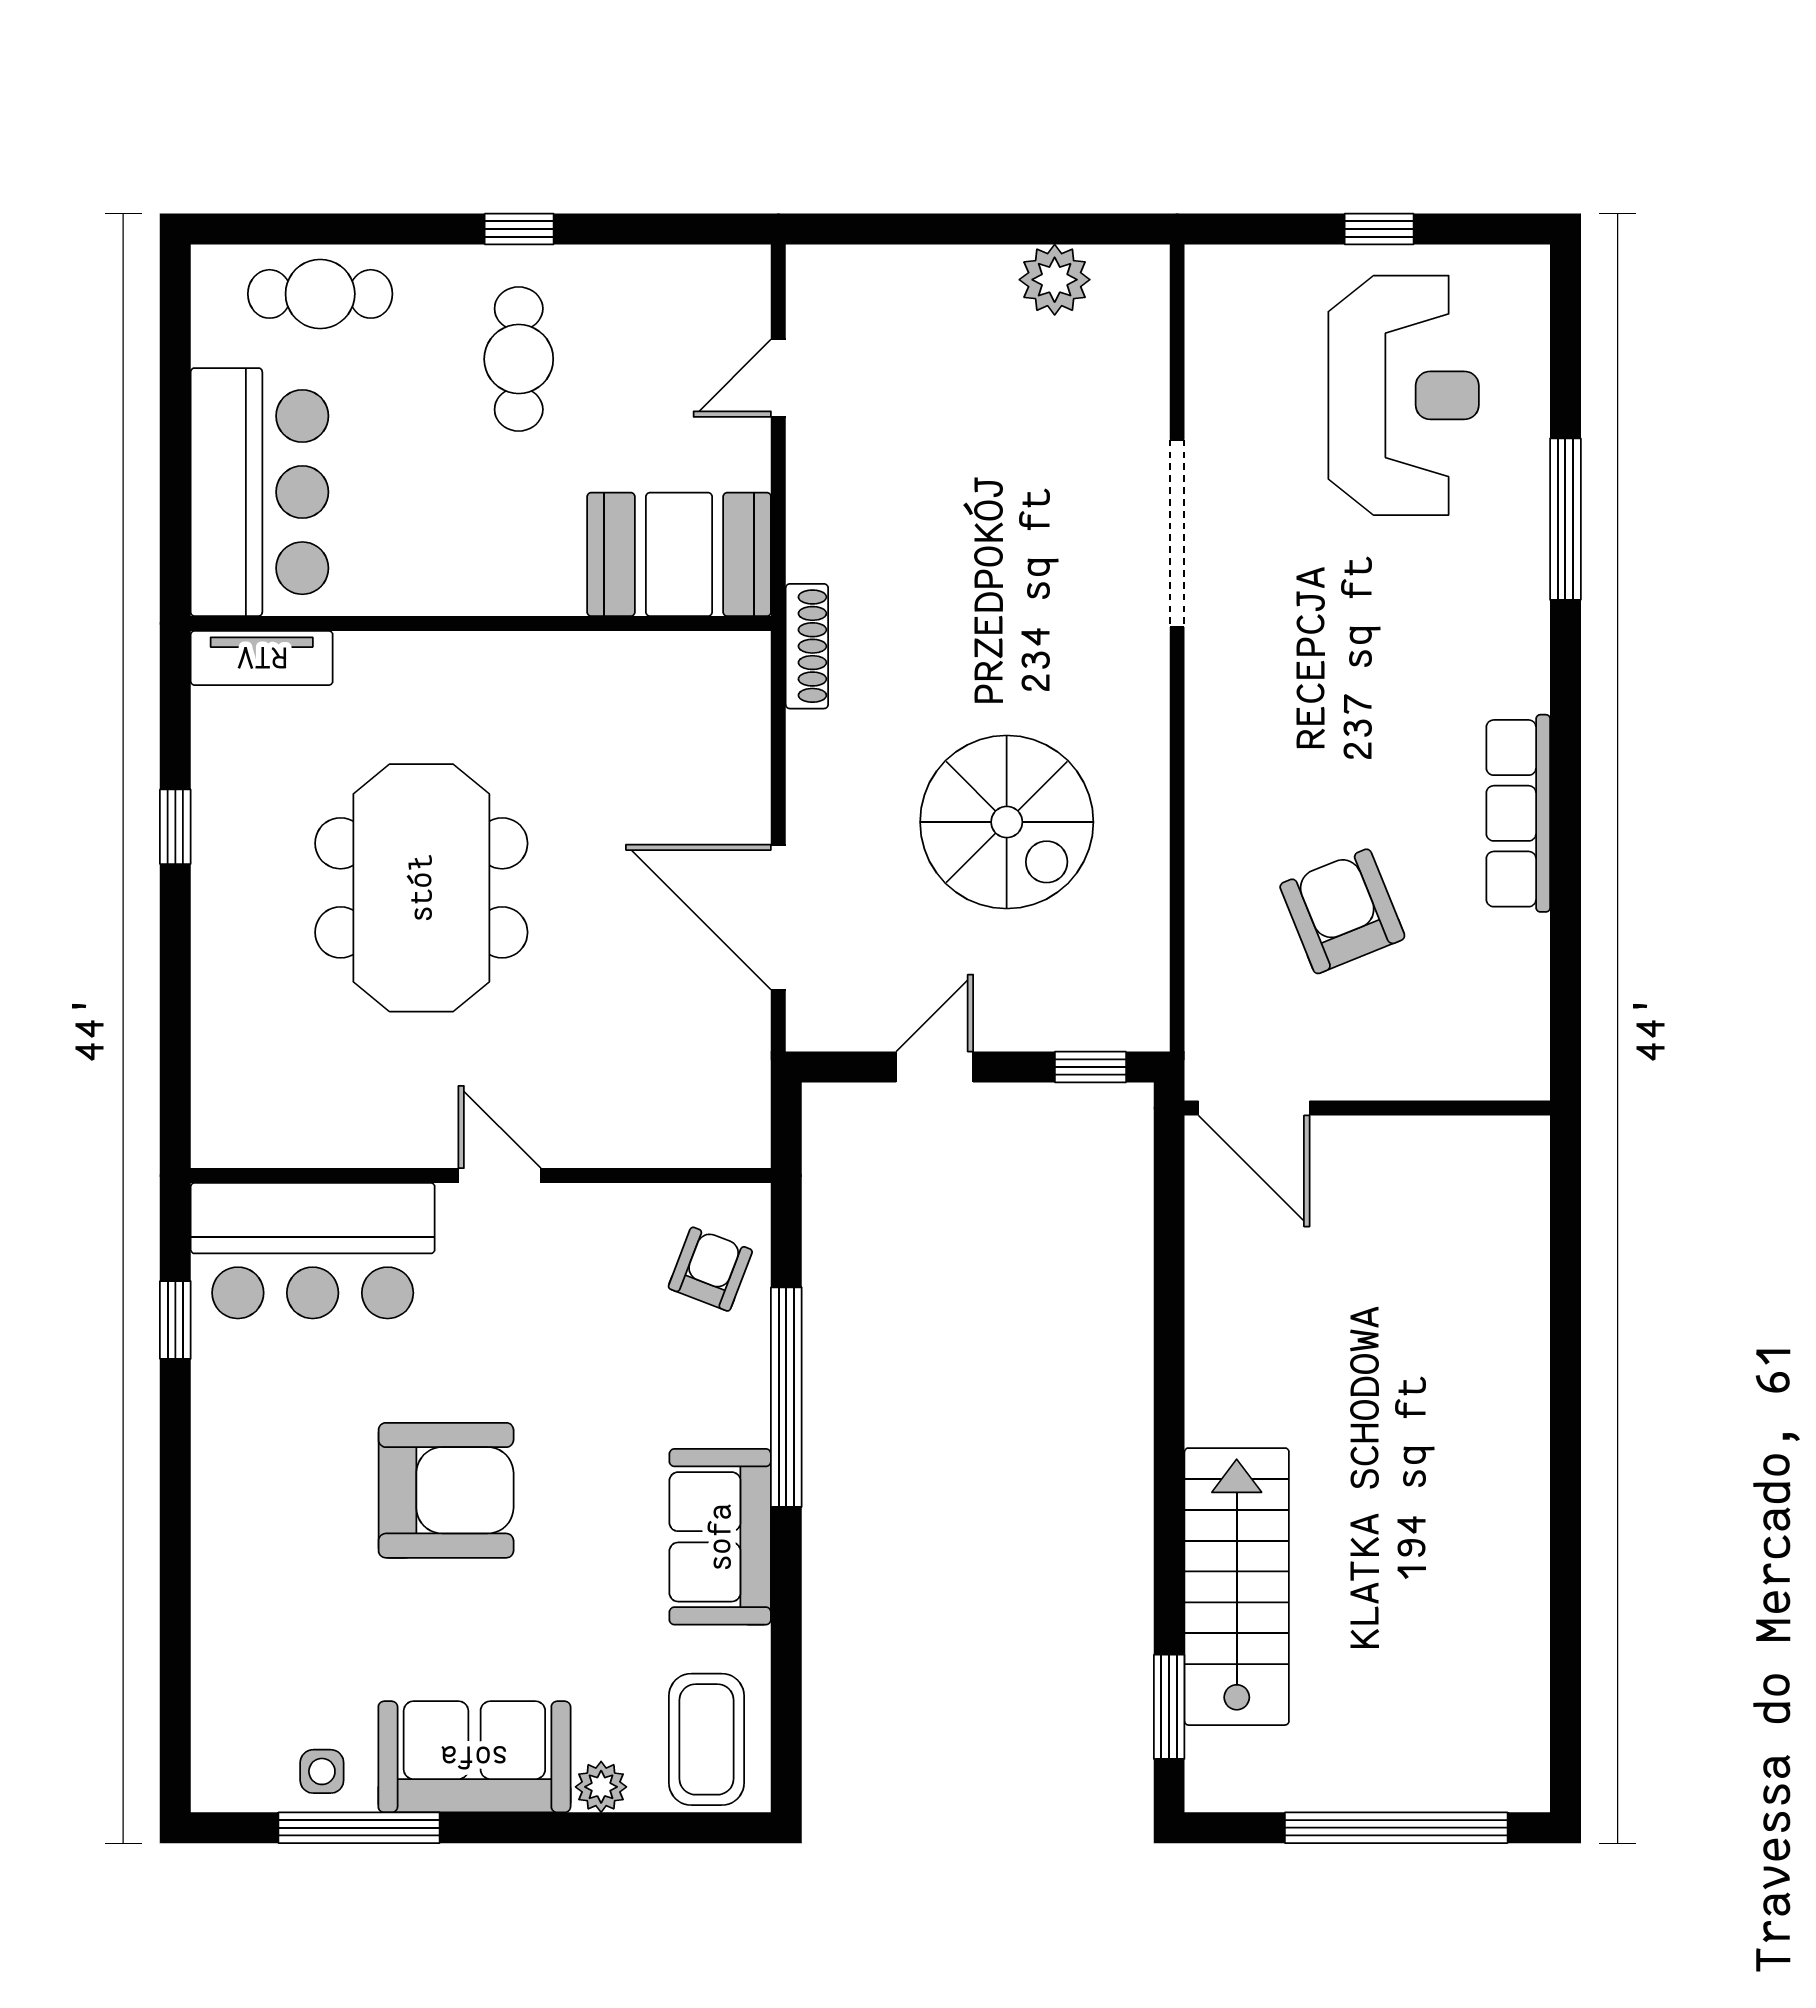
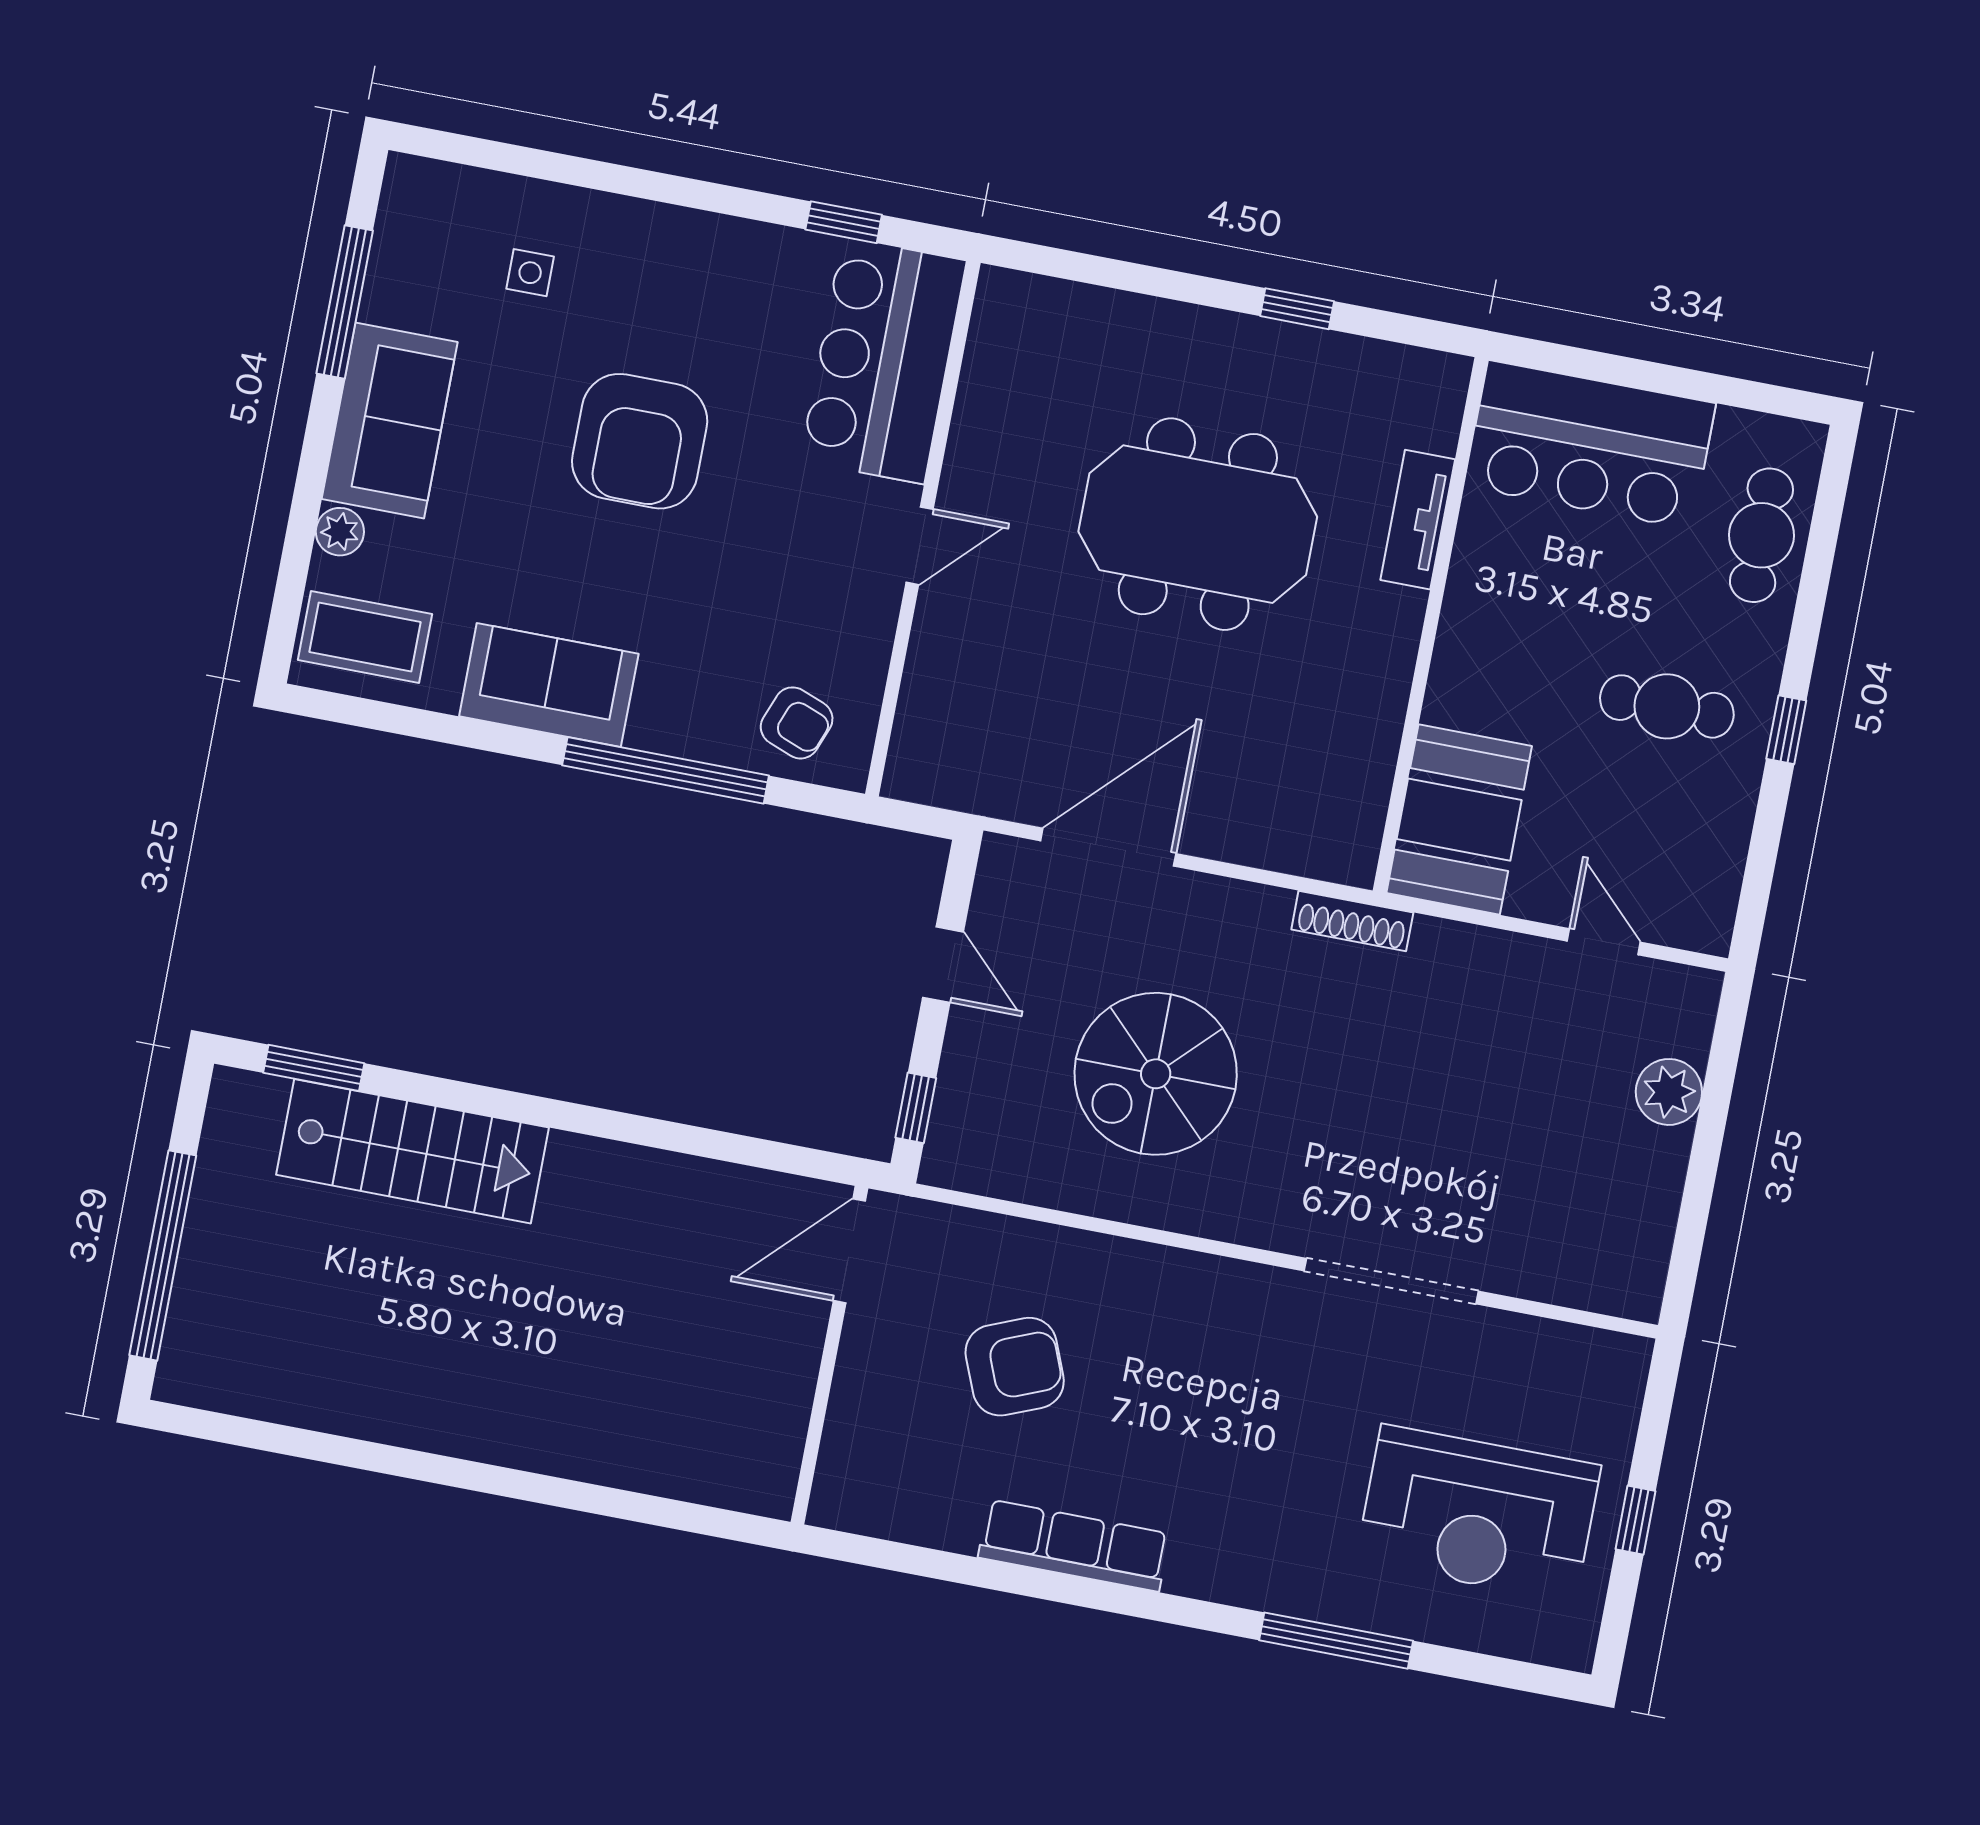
plant: (1055, 280) -> (1669, 1092), moved
tv unit: (262, 658) -> (1418, 520), moved
side table: (322, 1771) -> (530, 273), moved

